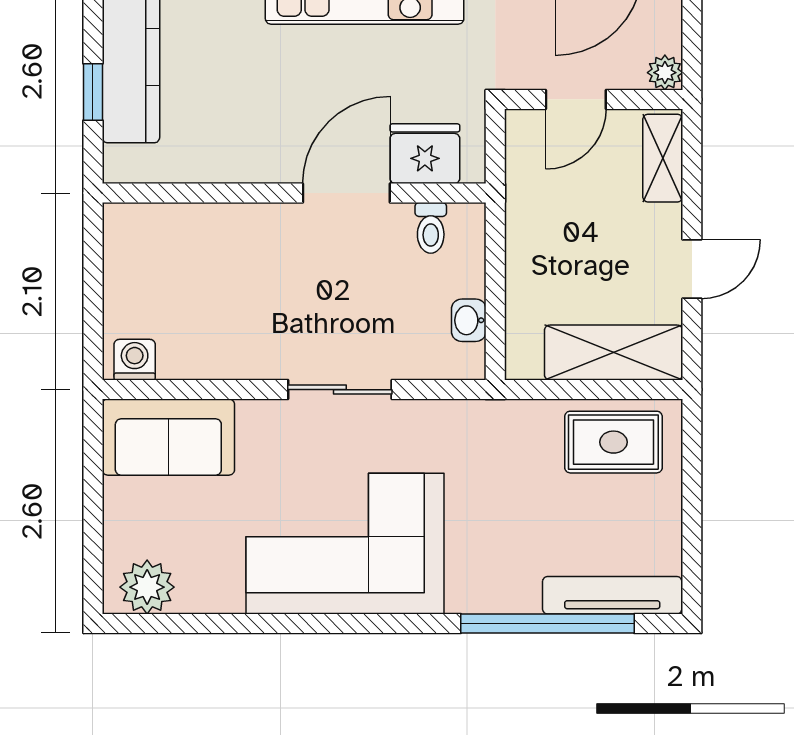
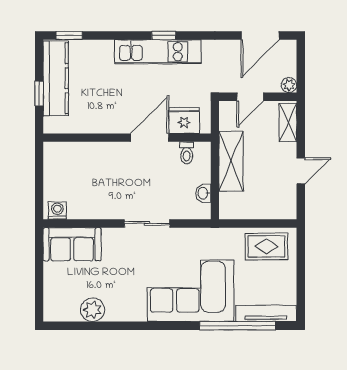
shelving: (614, 353) -> (231, 161), moved, turned 90
corner sofa: (345, 544) -> (191, 291), moved
plant: (147, 587) -> (93, 310), moved

